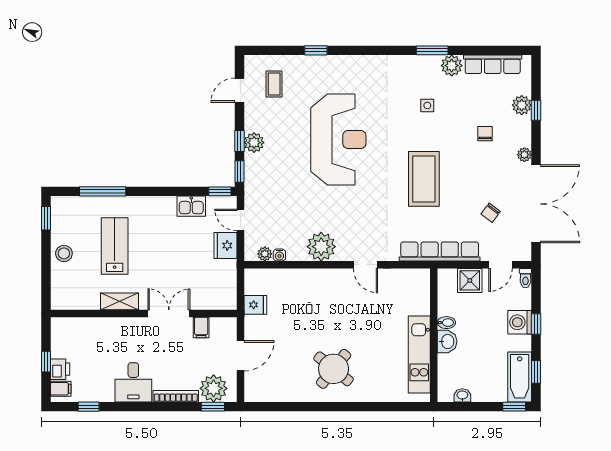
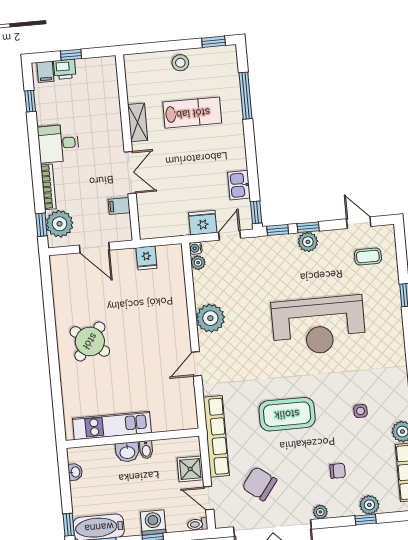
chair: (491, 213) -> (259, 484), width x1.87, depth x1.87
water cooler: (279, 255) -> (196, 248), moved

